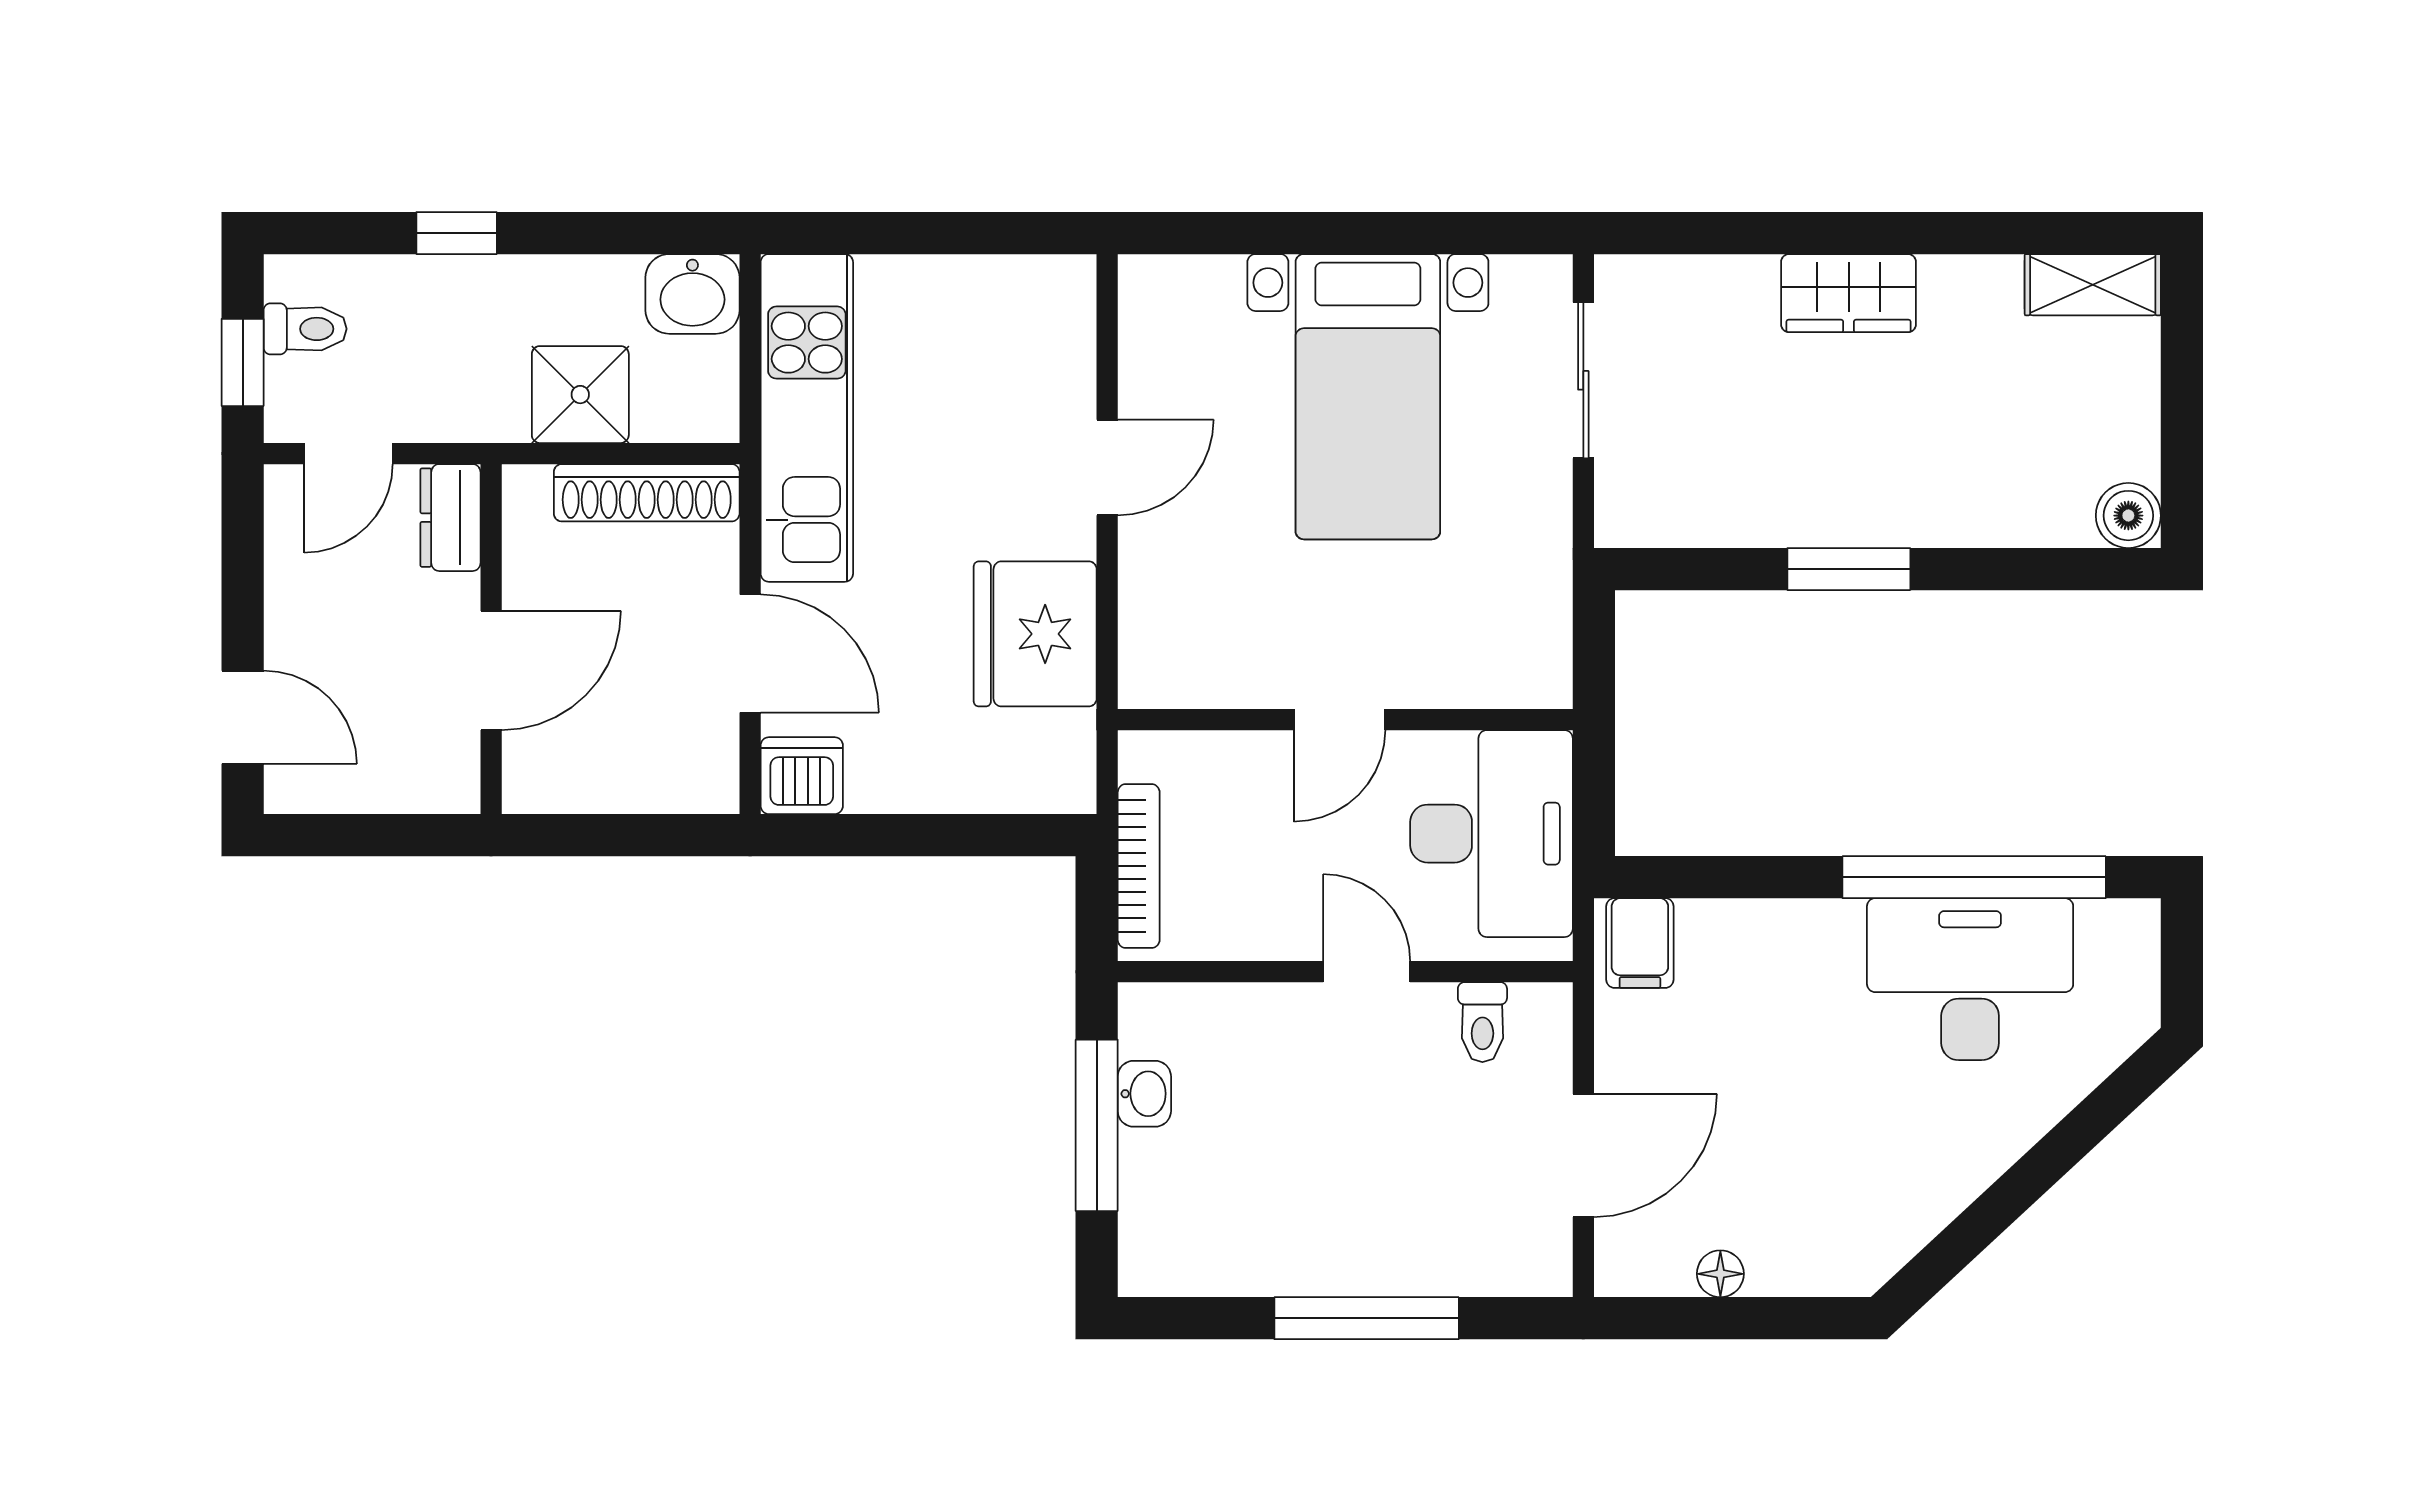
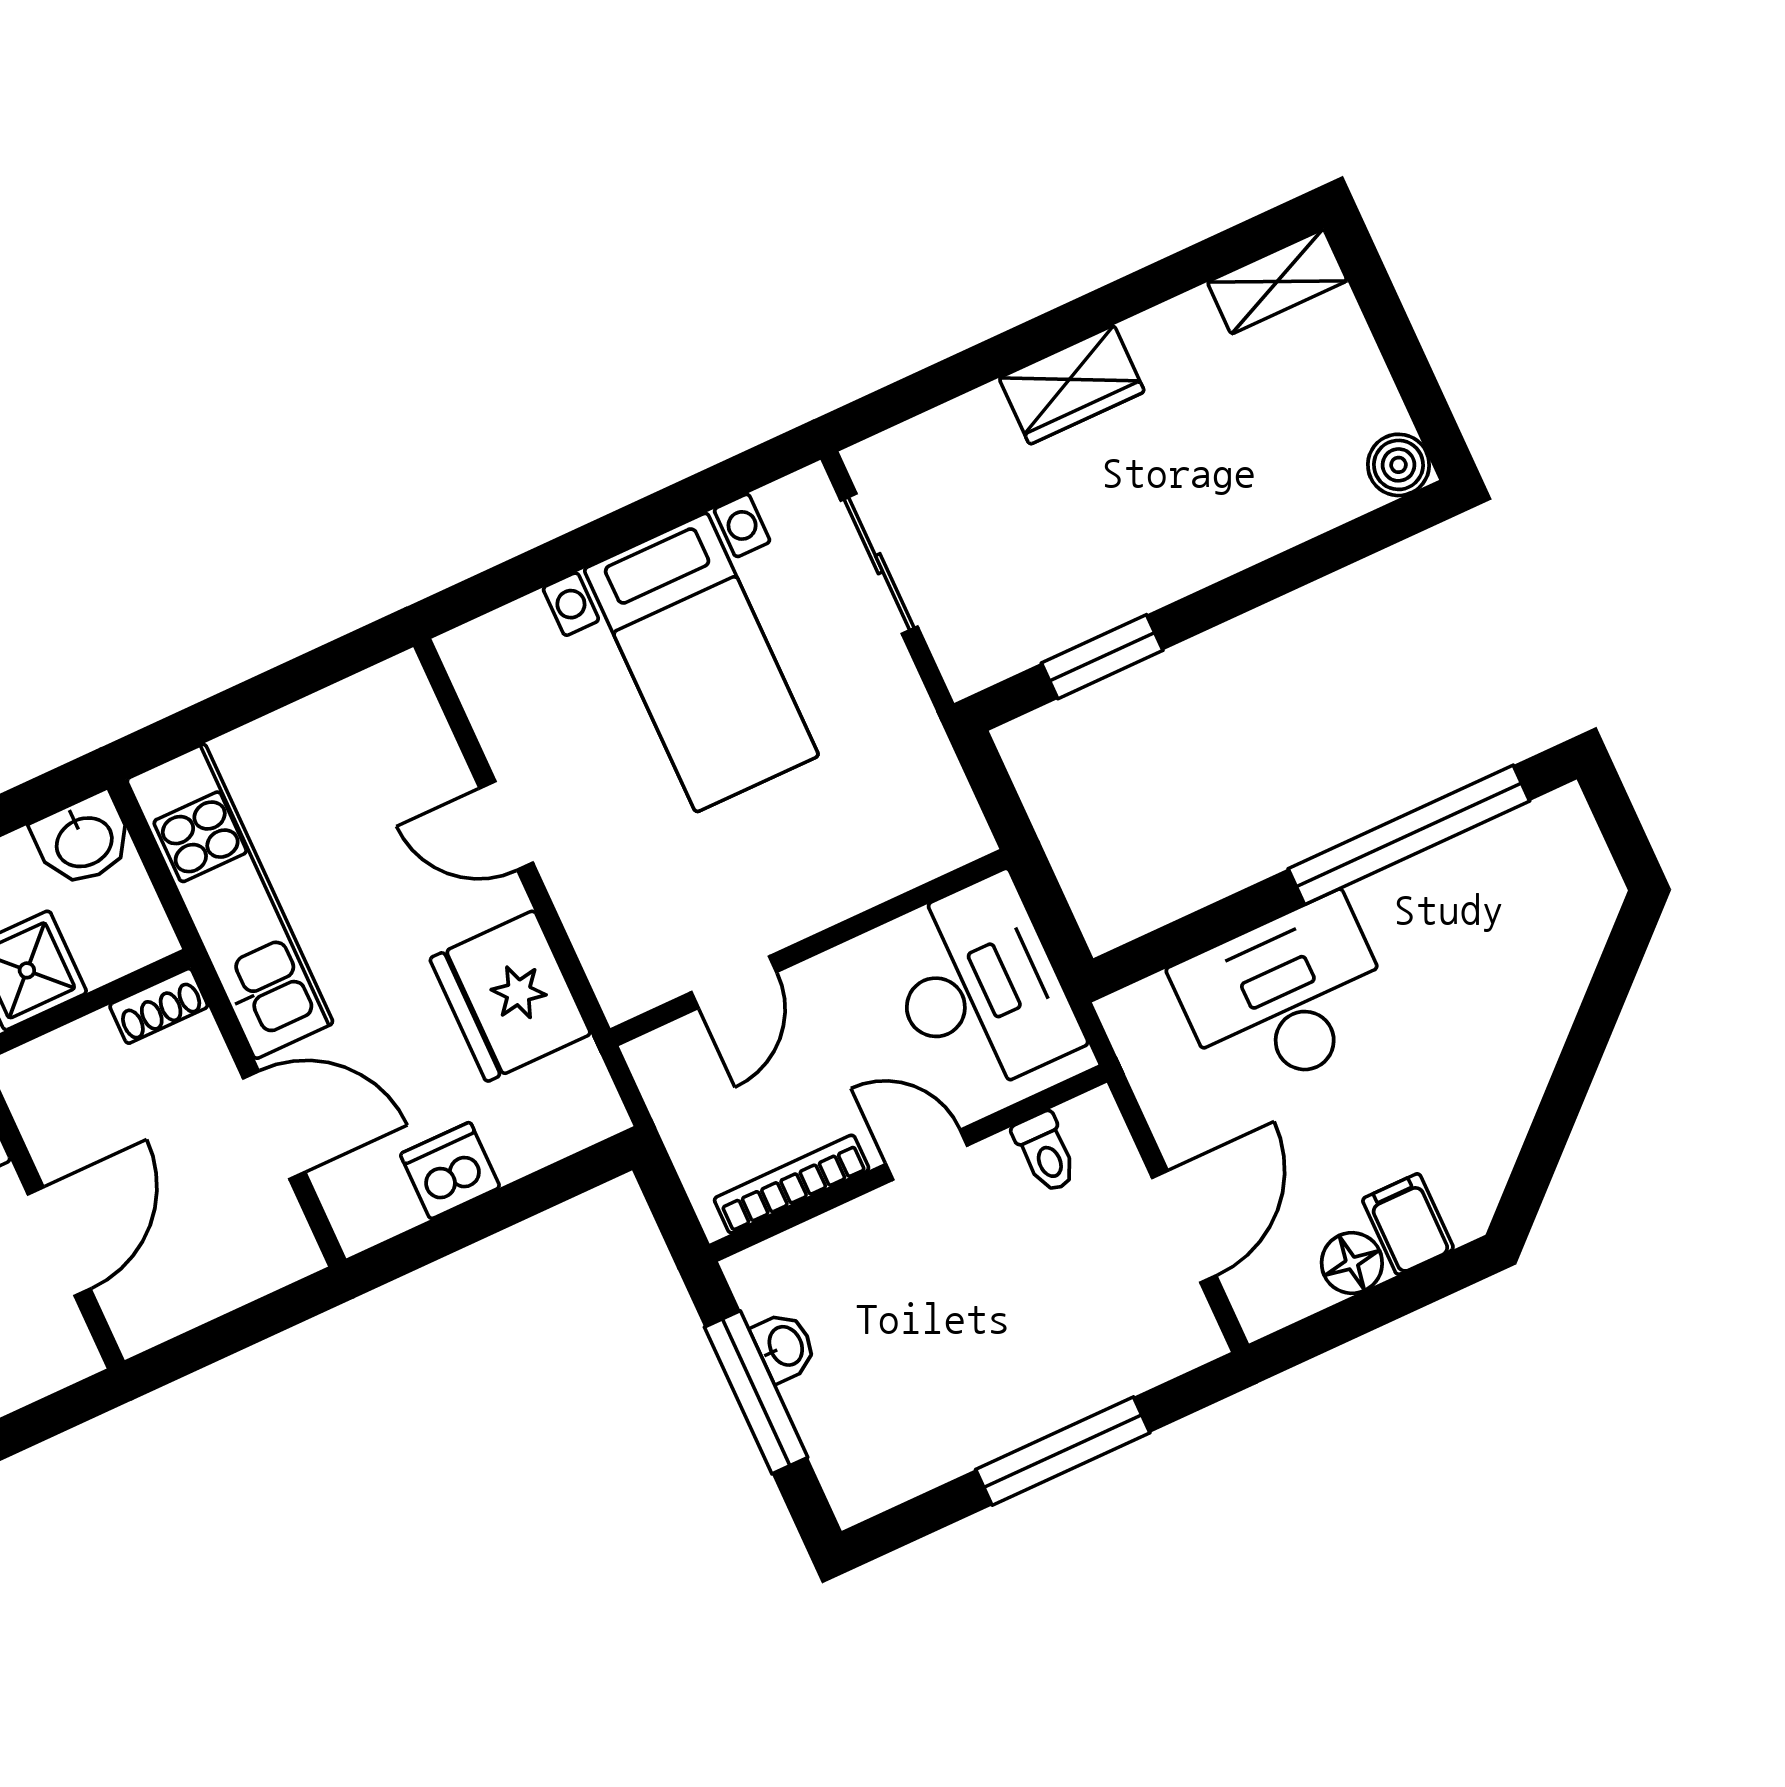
door: (1107, 467) -> (506, 826), swing flipped
shoe rack: (647, 493) -> (159, 1006), width x0.51, depth x0.81
window: (1849, 569) -> (1102, 657), moved
door: (1340, 720) -> (734, 982), moved
dishwasher: (802, 776) -> (450, 1171), moved
bookcase: (1139, 866) -> (792, 1184), moved, turned -90
filing cabinet: (1640, 943) -> (1408, 1224), moved, turned 180
desk: (1970, 979) -> (1285, 998), moved
floor lamp: (1720, 1274) -> (1352, 1263), width x1.37, depth x1.37

